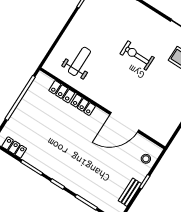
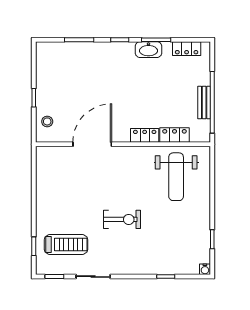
weight bench: (79, 61) -> (176, 177), width x1.36, depth x1.33
washbasin: (42, 164) -> (148, 50), added
bench: (130, 192) -> (204, 103), moved

